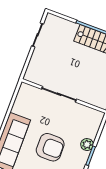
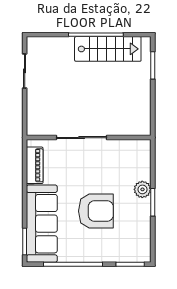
piano: (20, 101) -> (35, 165), added

